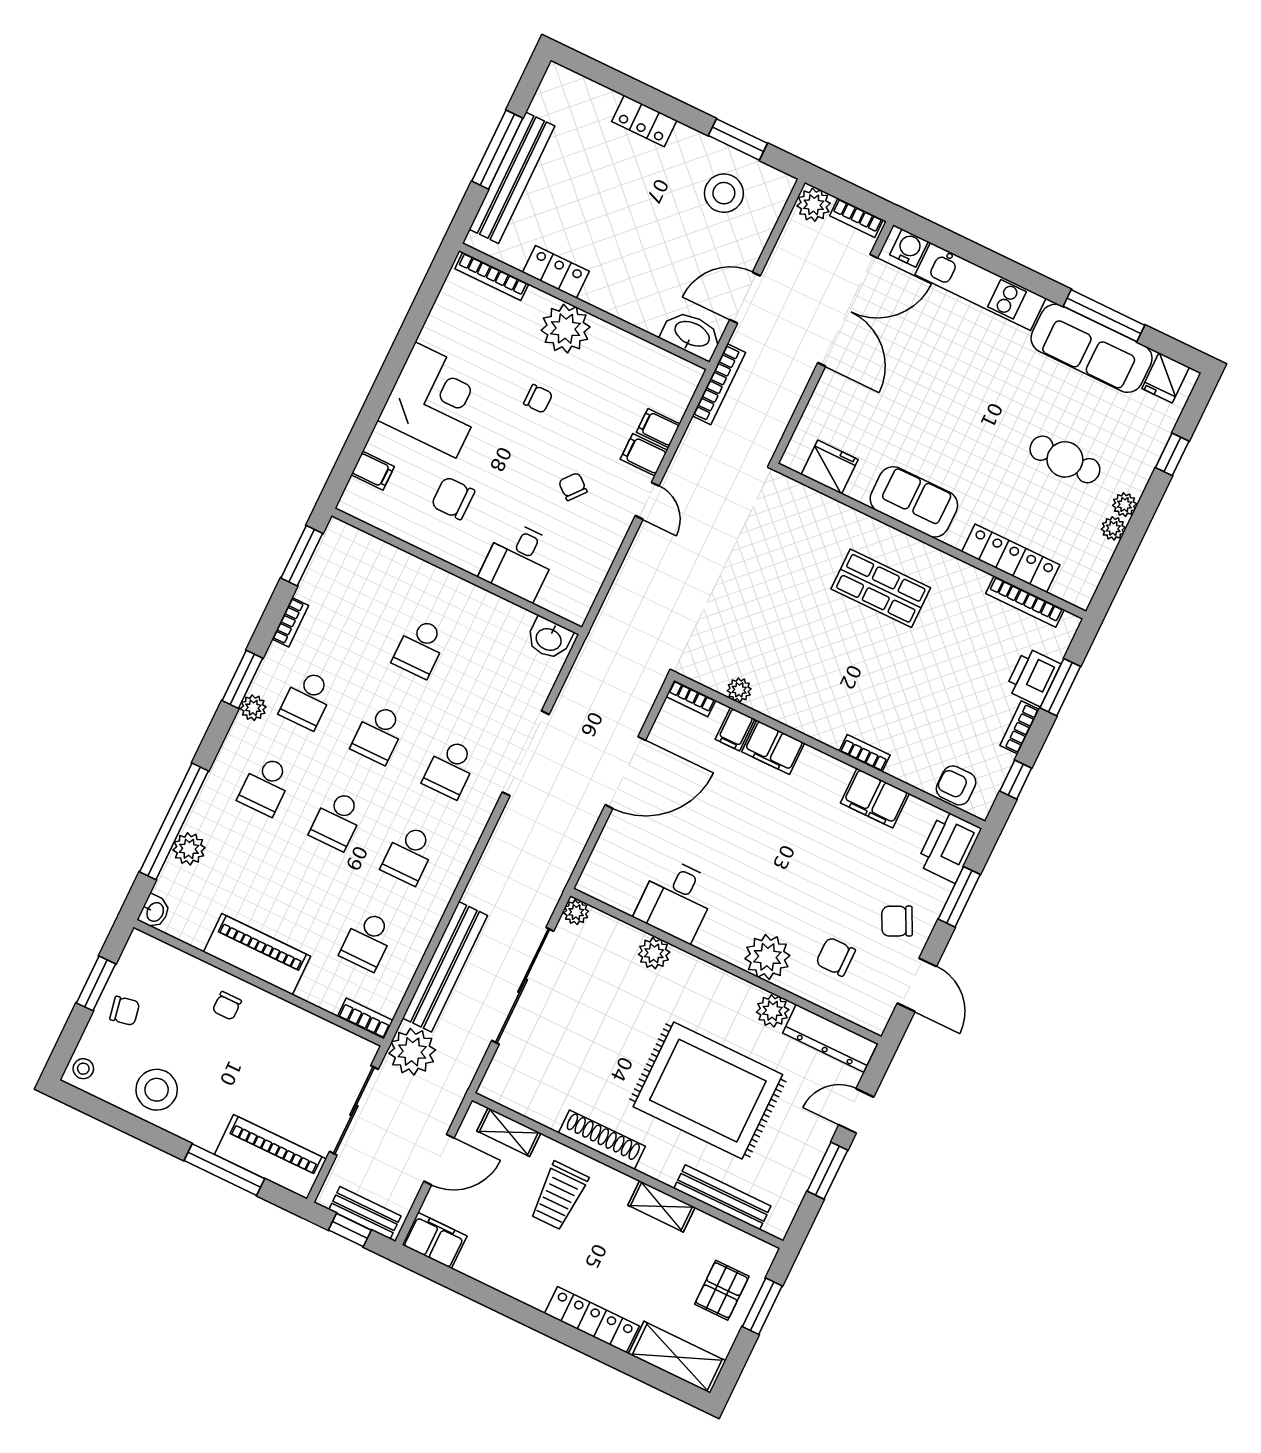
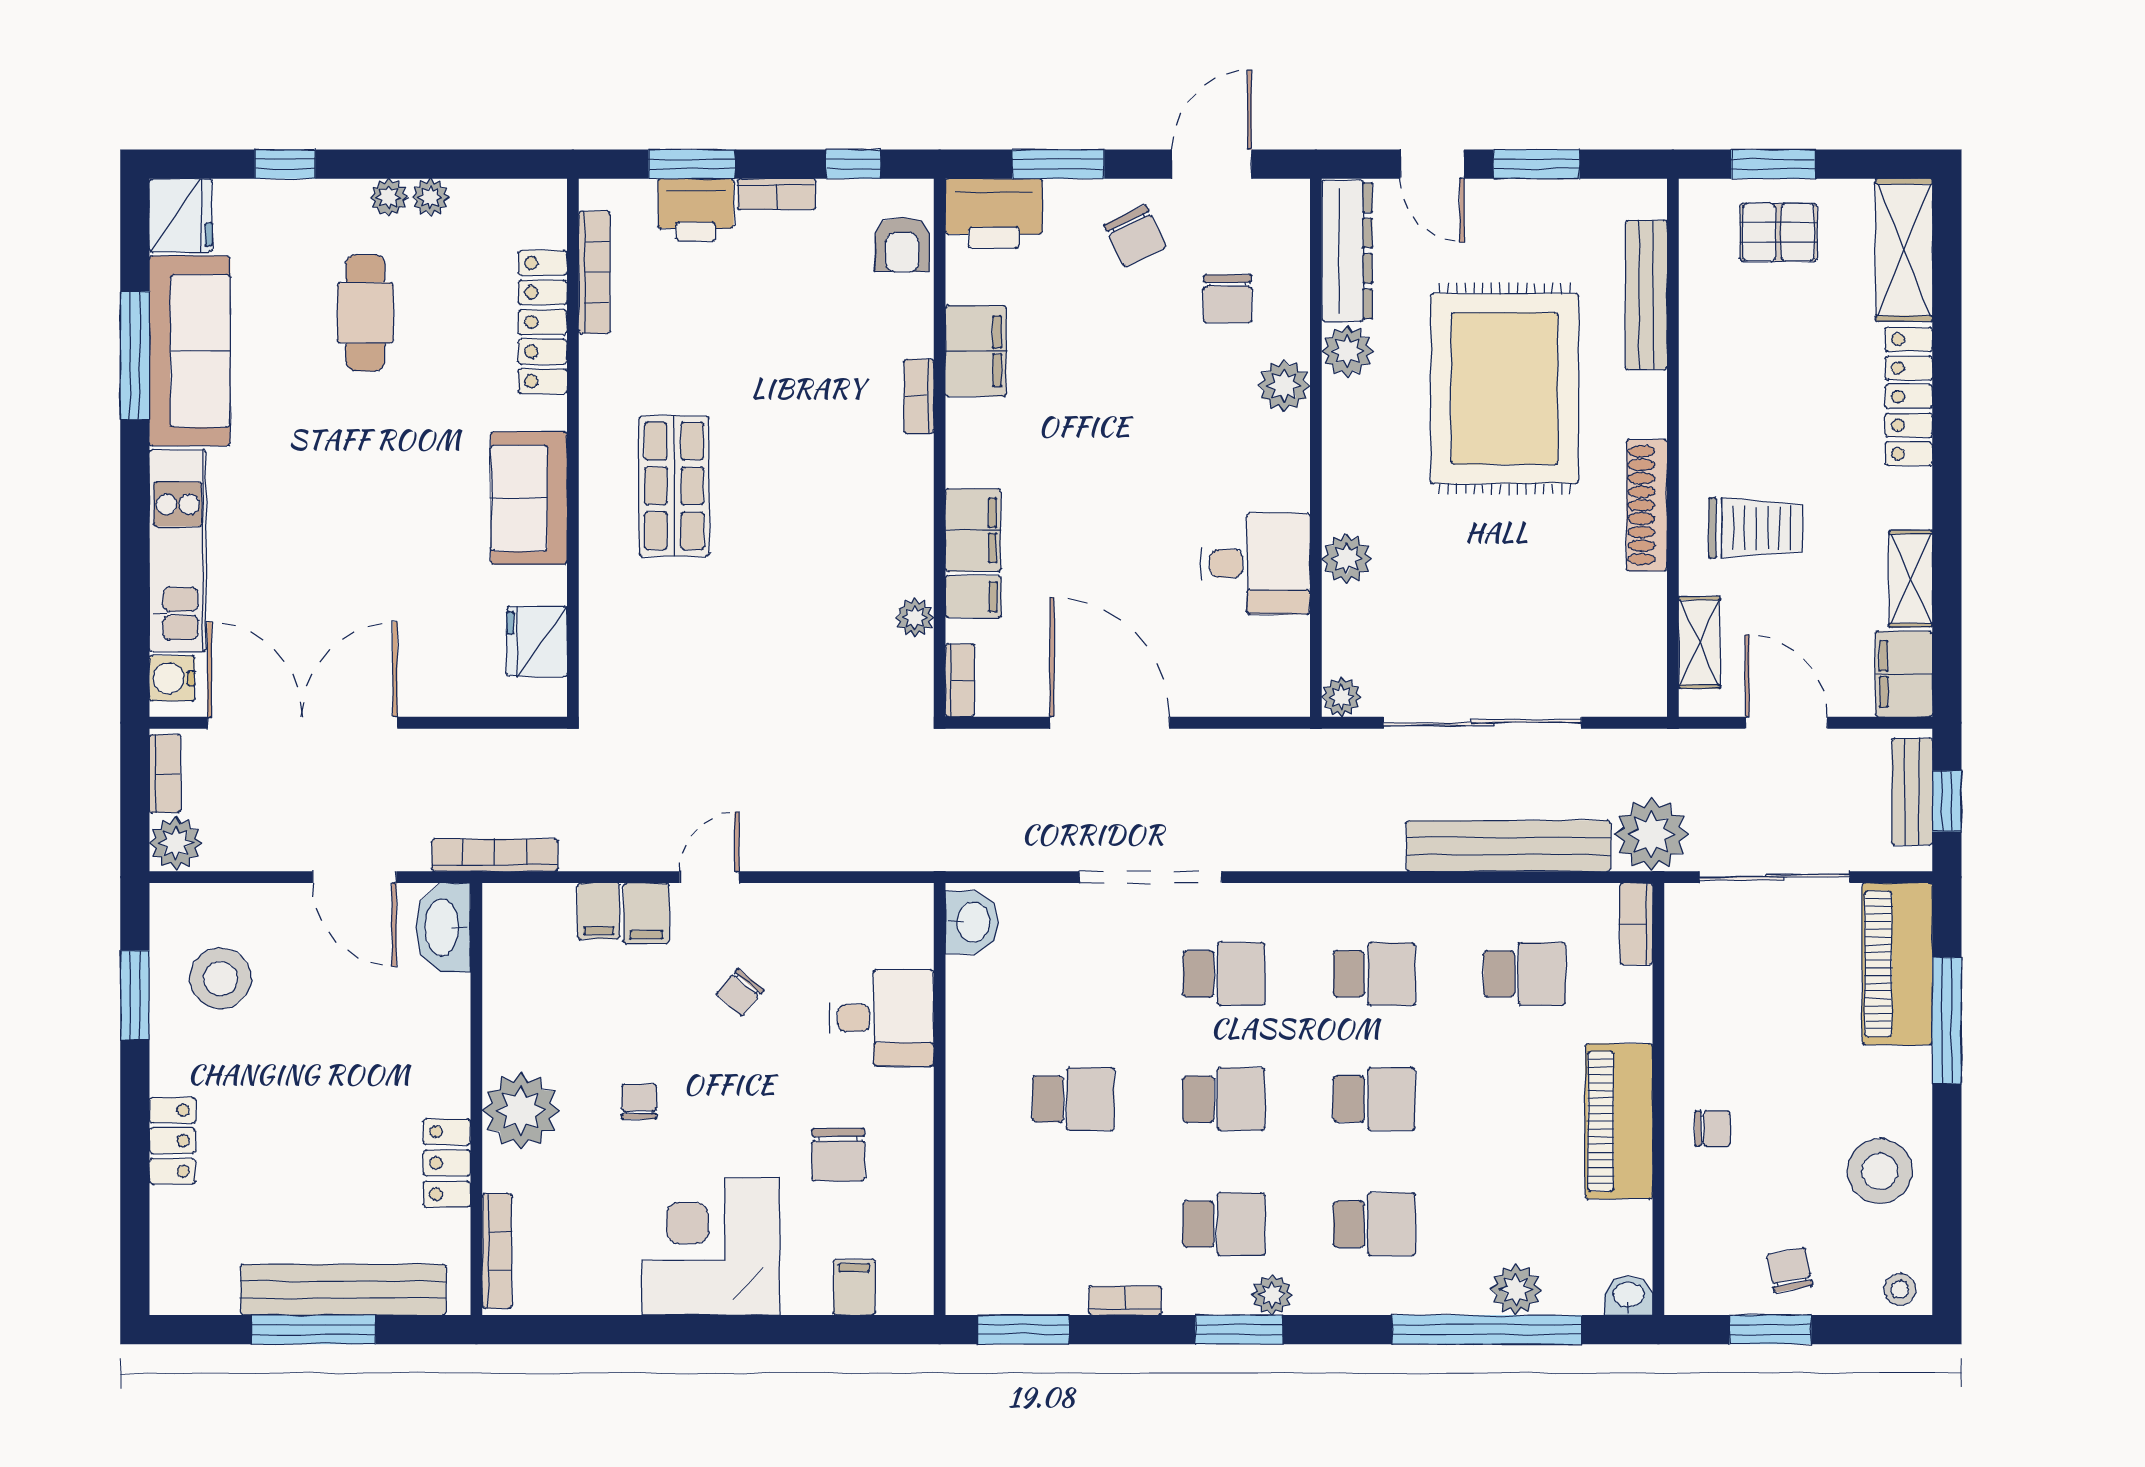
fridge: (1166, 378) -> (181, 215), width x1.38
plant: (767, 957) -> (1284, 386), width x0.73, depth x0.73
shelving: (661, 1206) -> (1911, 579), moved

